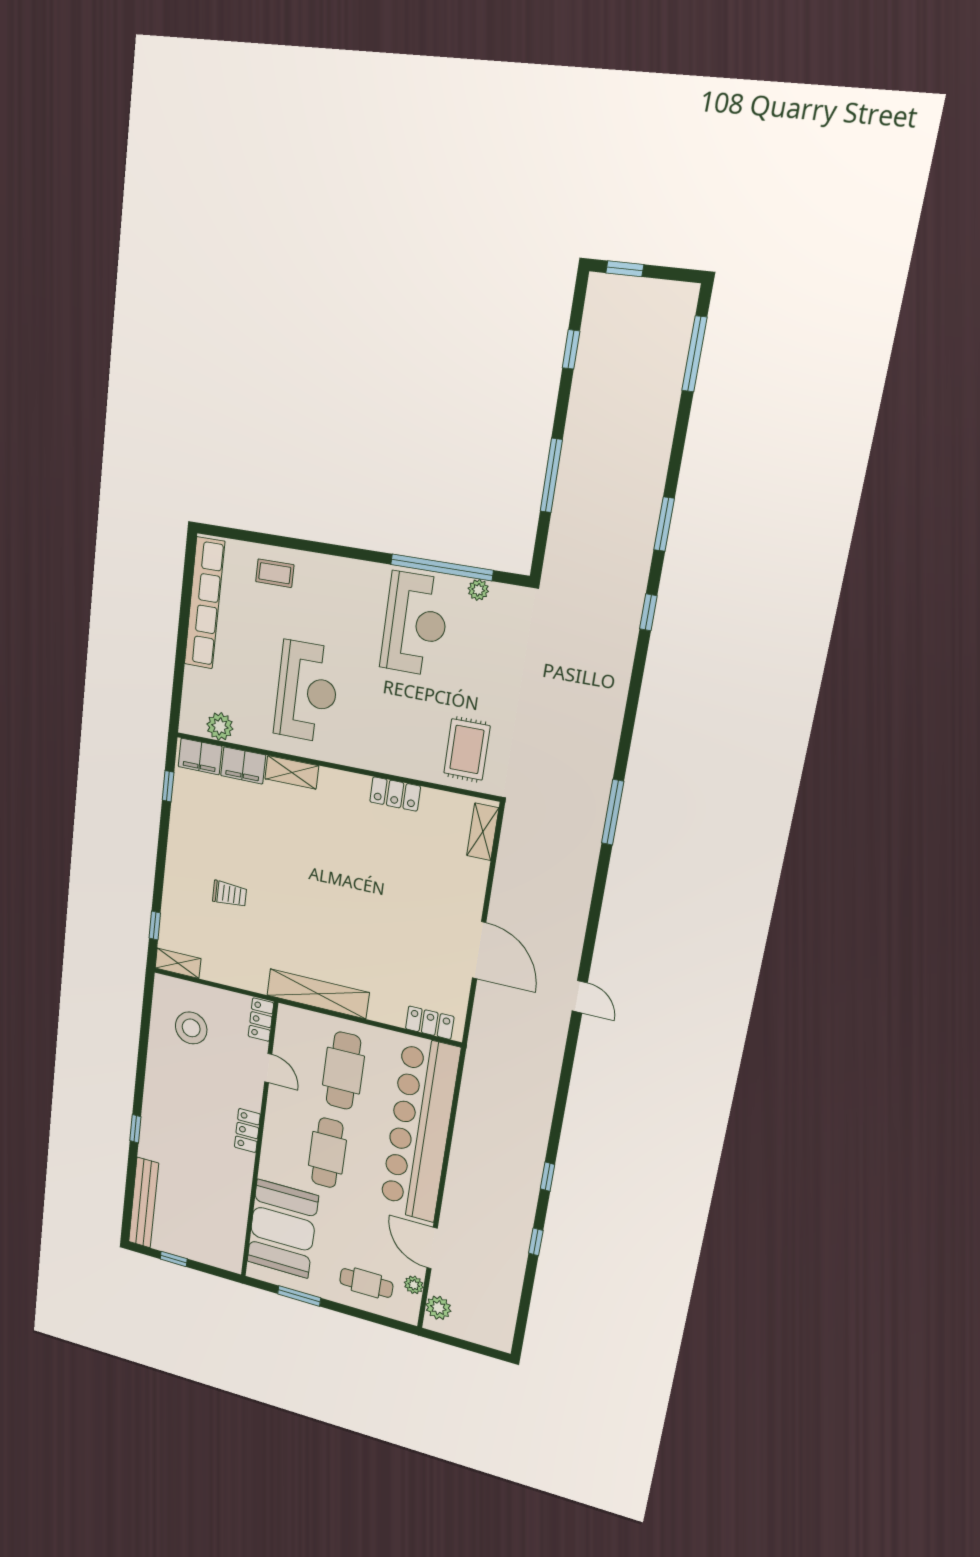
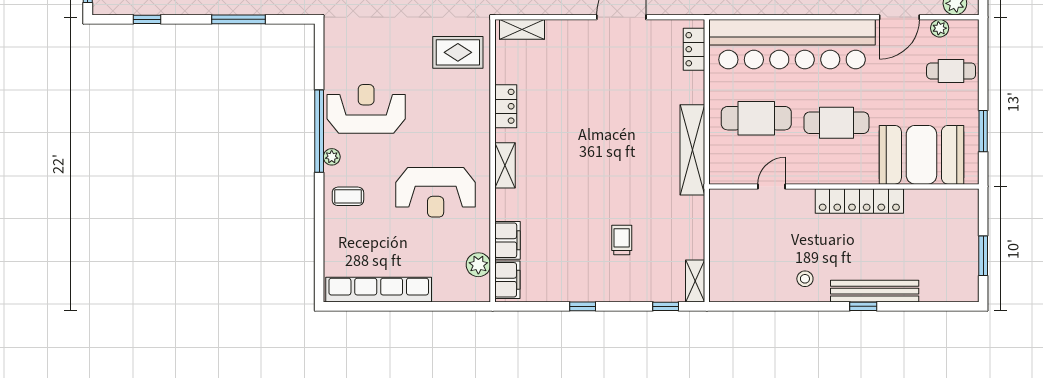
window: (442, 567) -> (319, 131), moved
coffee table: (275, 573) -> (348, 196), moved, turned 90
plant: (478, 590) -> (332, 157), moved
reception desk: (307, 691) -> (436, 192), turned 180
shelving: (292, 772) -> (505, 165), moved
window: (168, 786) -> (583, 306), moved
locker: (261, 1020) -> (728, 198), removed
stool: (191, 1028) -> (805, 279), moved, width x0.53, depth x0.53
locker: (247, 1131) -> (859, 201), width x2.16, depth x1.21
bench: (144, 1203) -> (875, 291), moved
window: (174, 1259) -> (983, 256), width x1.50
cafe table: (366, 1283) -> (951, 71), turned 90

